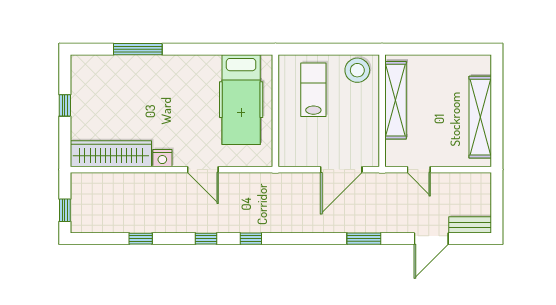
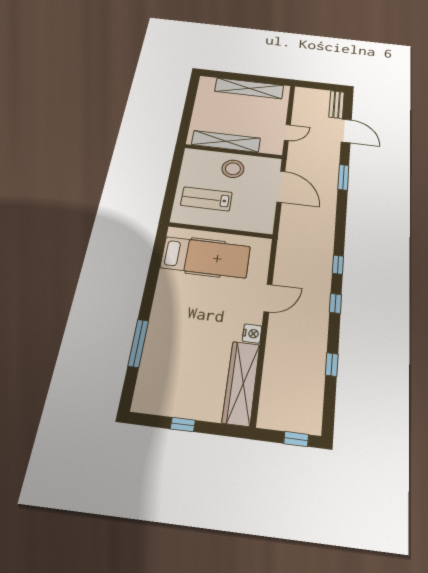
stool: (357, 70) -> (233, 169), moved

